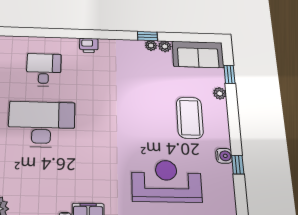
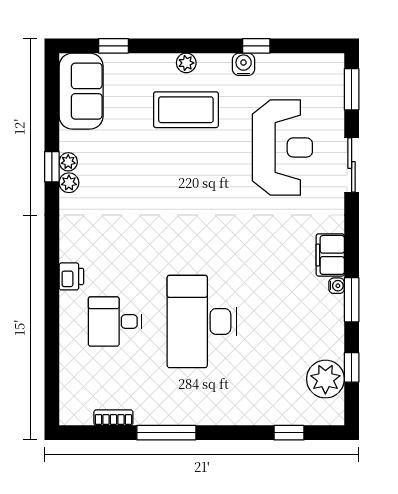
printer: (89, 45) -> (71, 276), moved
plant: (165, 46) -> (69, 183), moved
plant: (220, 93) -> (186, 63), moved
reception desk: (167, 181) -> (282, 147), turned 180

